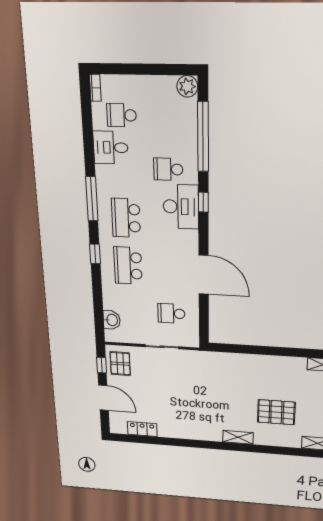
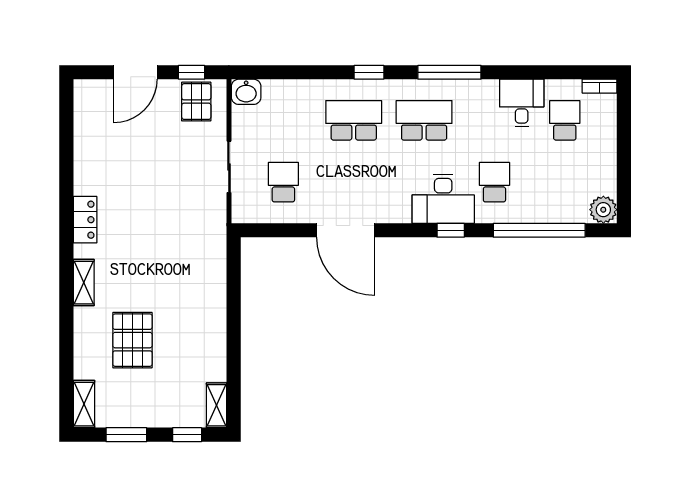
door: (204, 275) -> (346, 230), hinge flipped
washbasin: (112, 320) -> (246, 92), moved
pallet: (120, 364) -> (196, 102), turned 90
locker: (142, 429) -> (85, 220), moved

